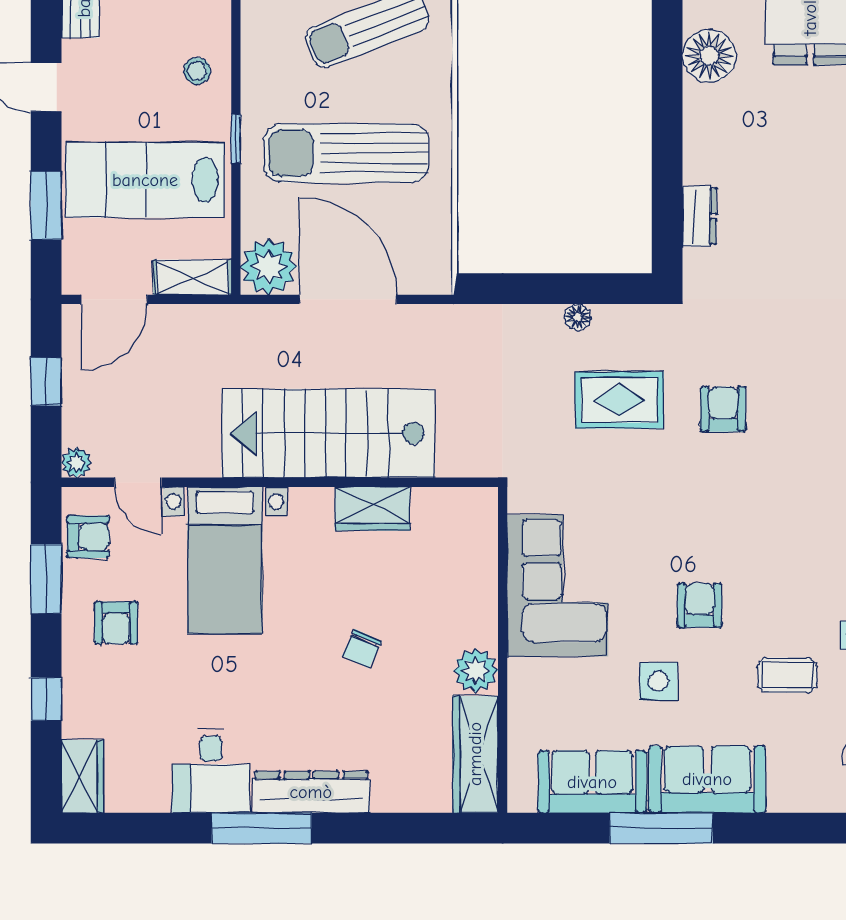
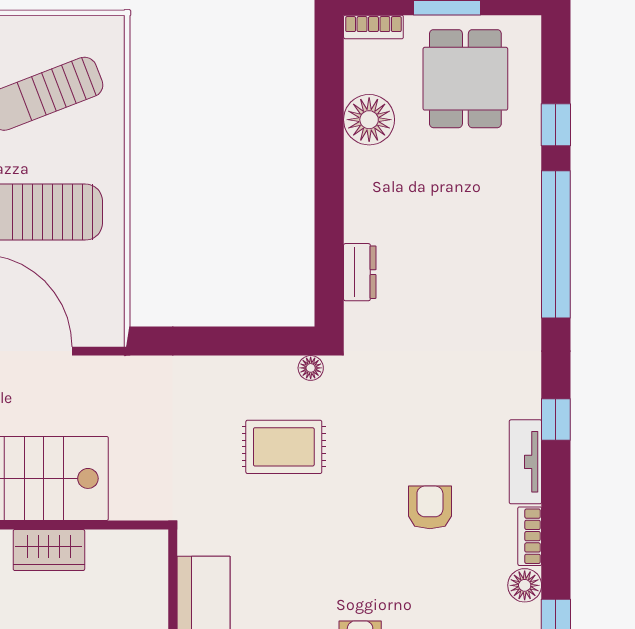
floor lamp: (578, 317) -> (311, 368), moved
armchair: (723, 409) -> (430, 507), moved

